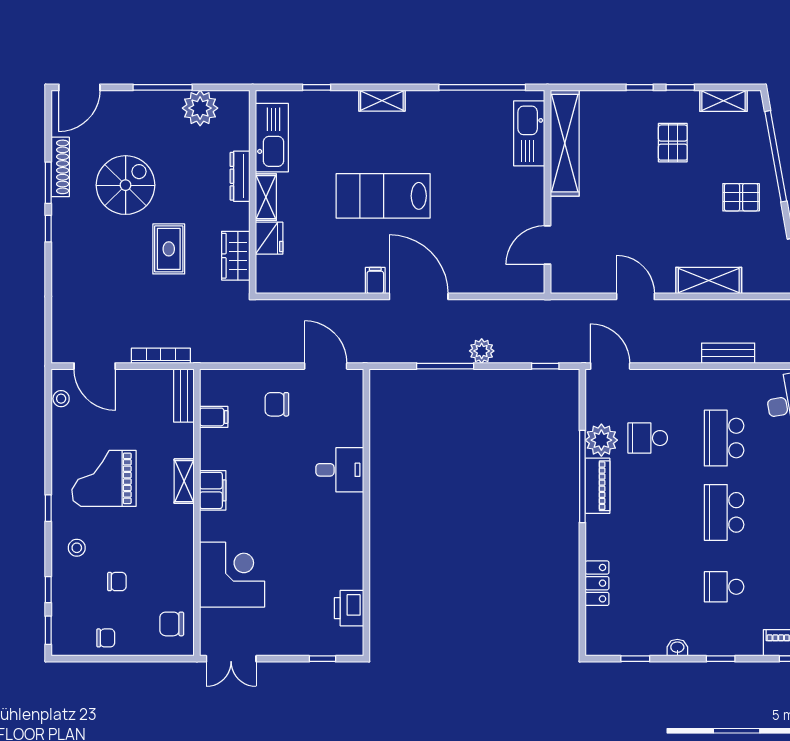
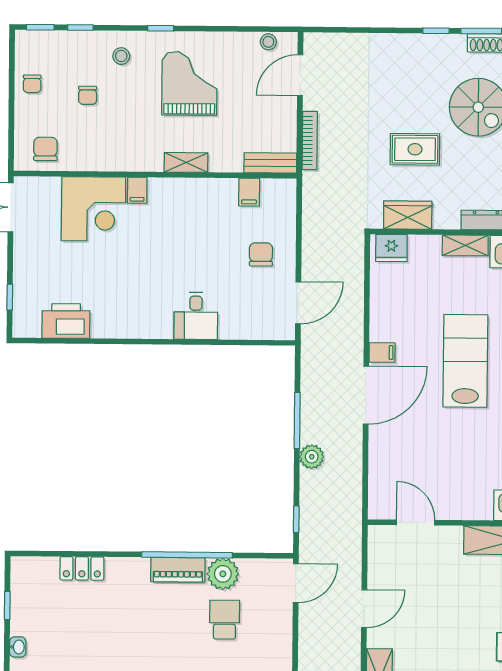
fridge: (269, 238) -> (391, 248), moved
filing cabinet: (213, 490) -> (137, 190), moved, width x0.50
printer: (349, 608) -> (66, 321), width x1.37, depth x1.19

